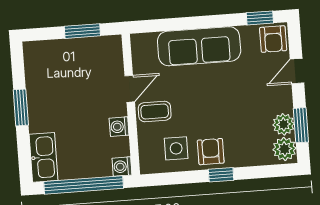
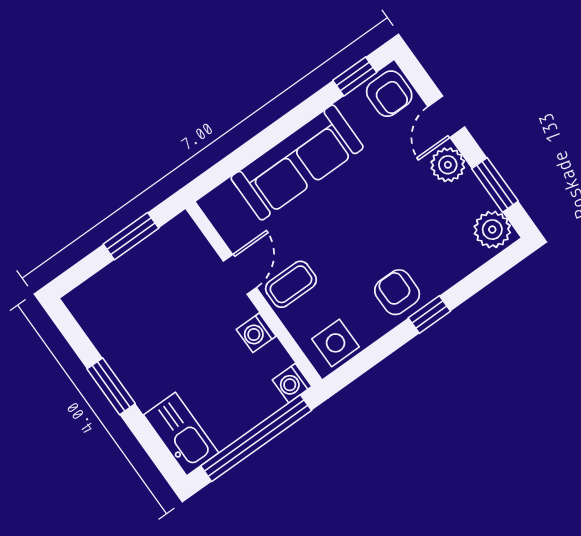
plant: (284, 124) -> (448, 165), moved
side table: (176, 148) -> (335, 343), moved

